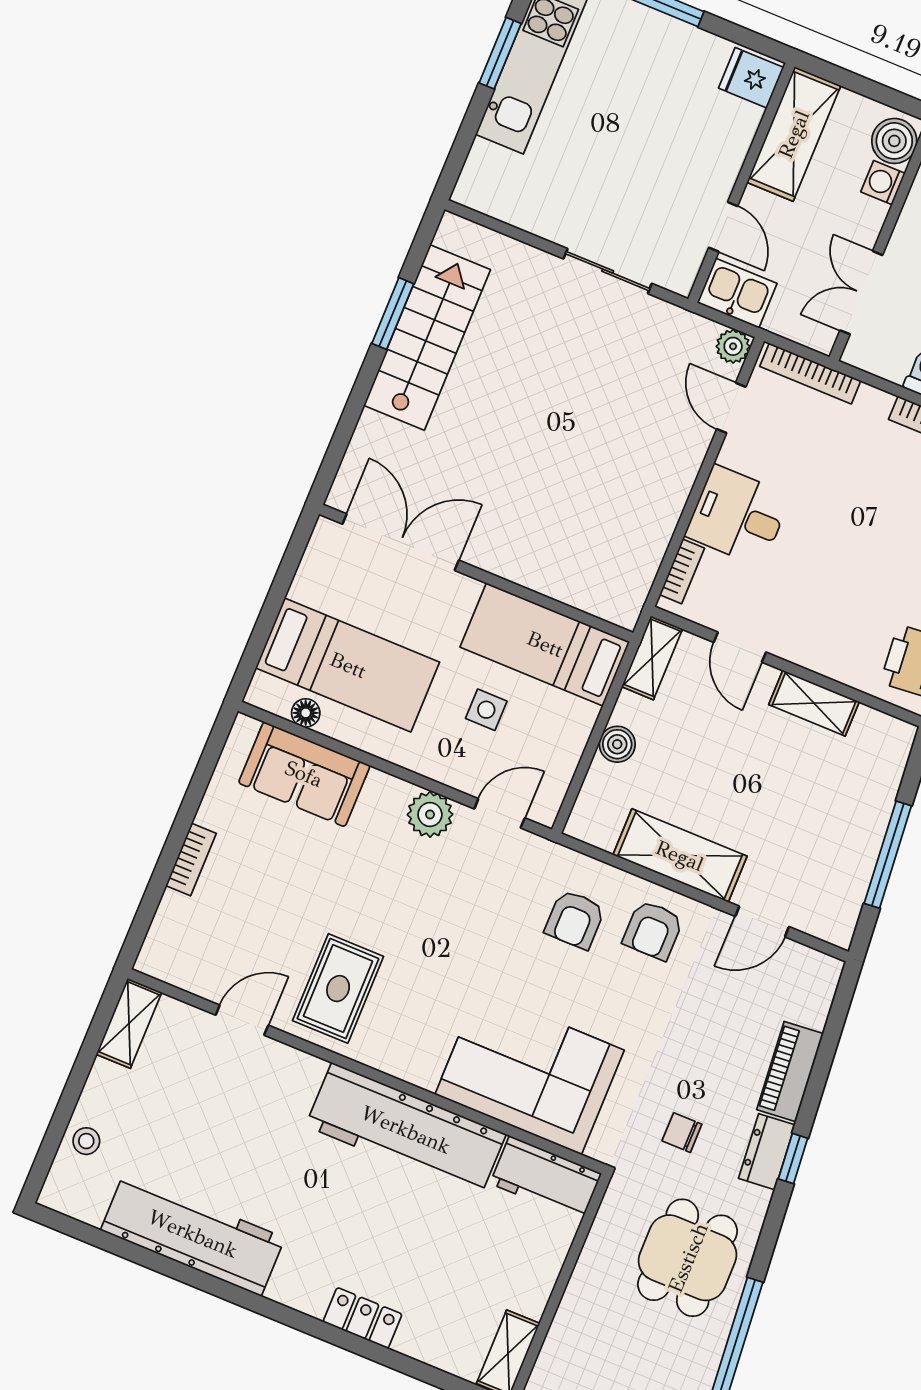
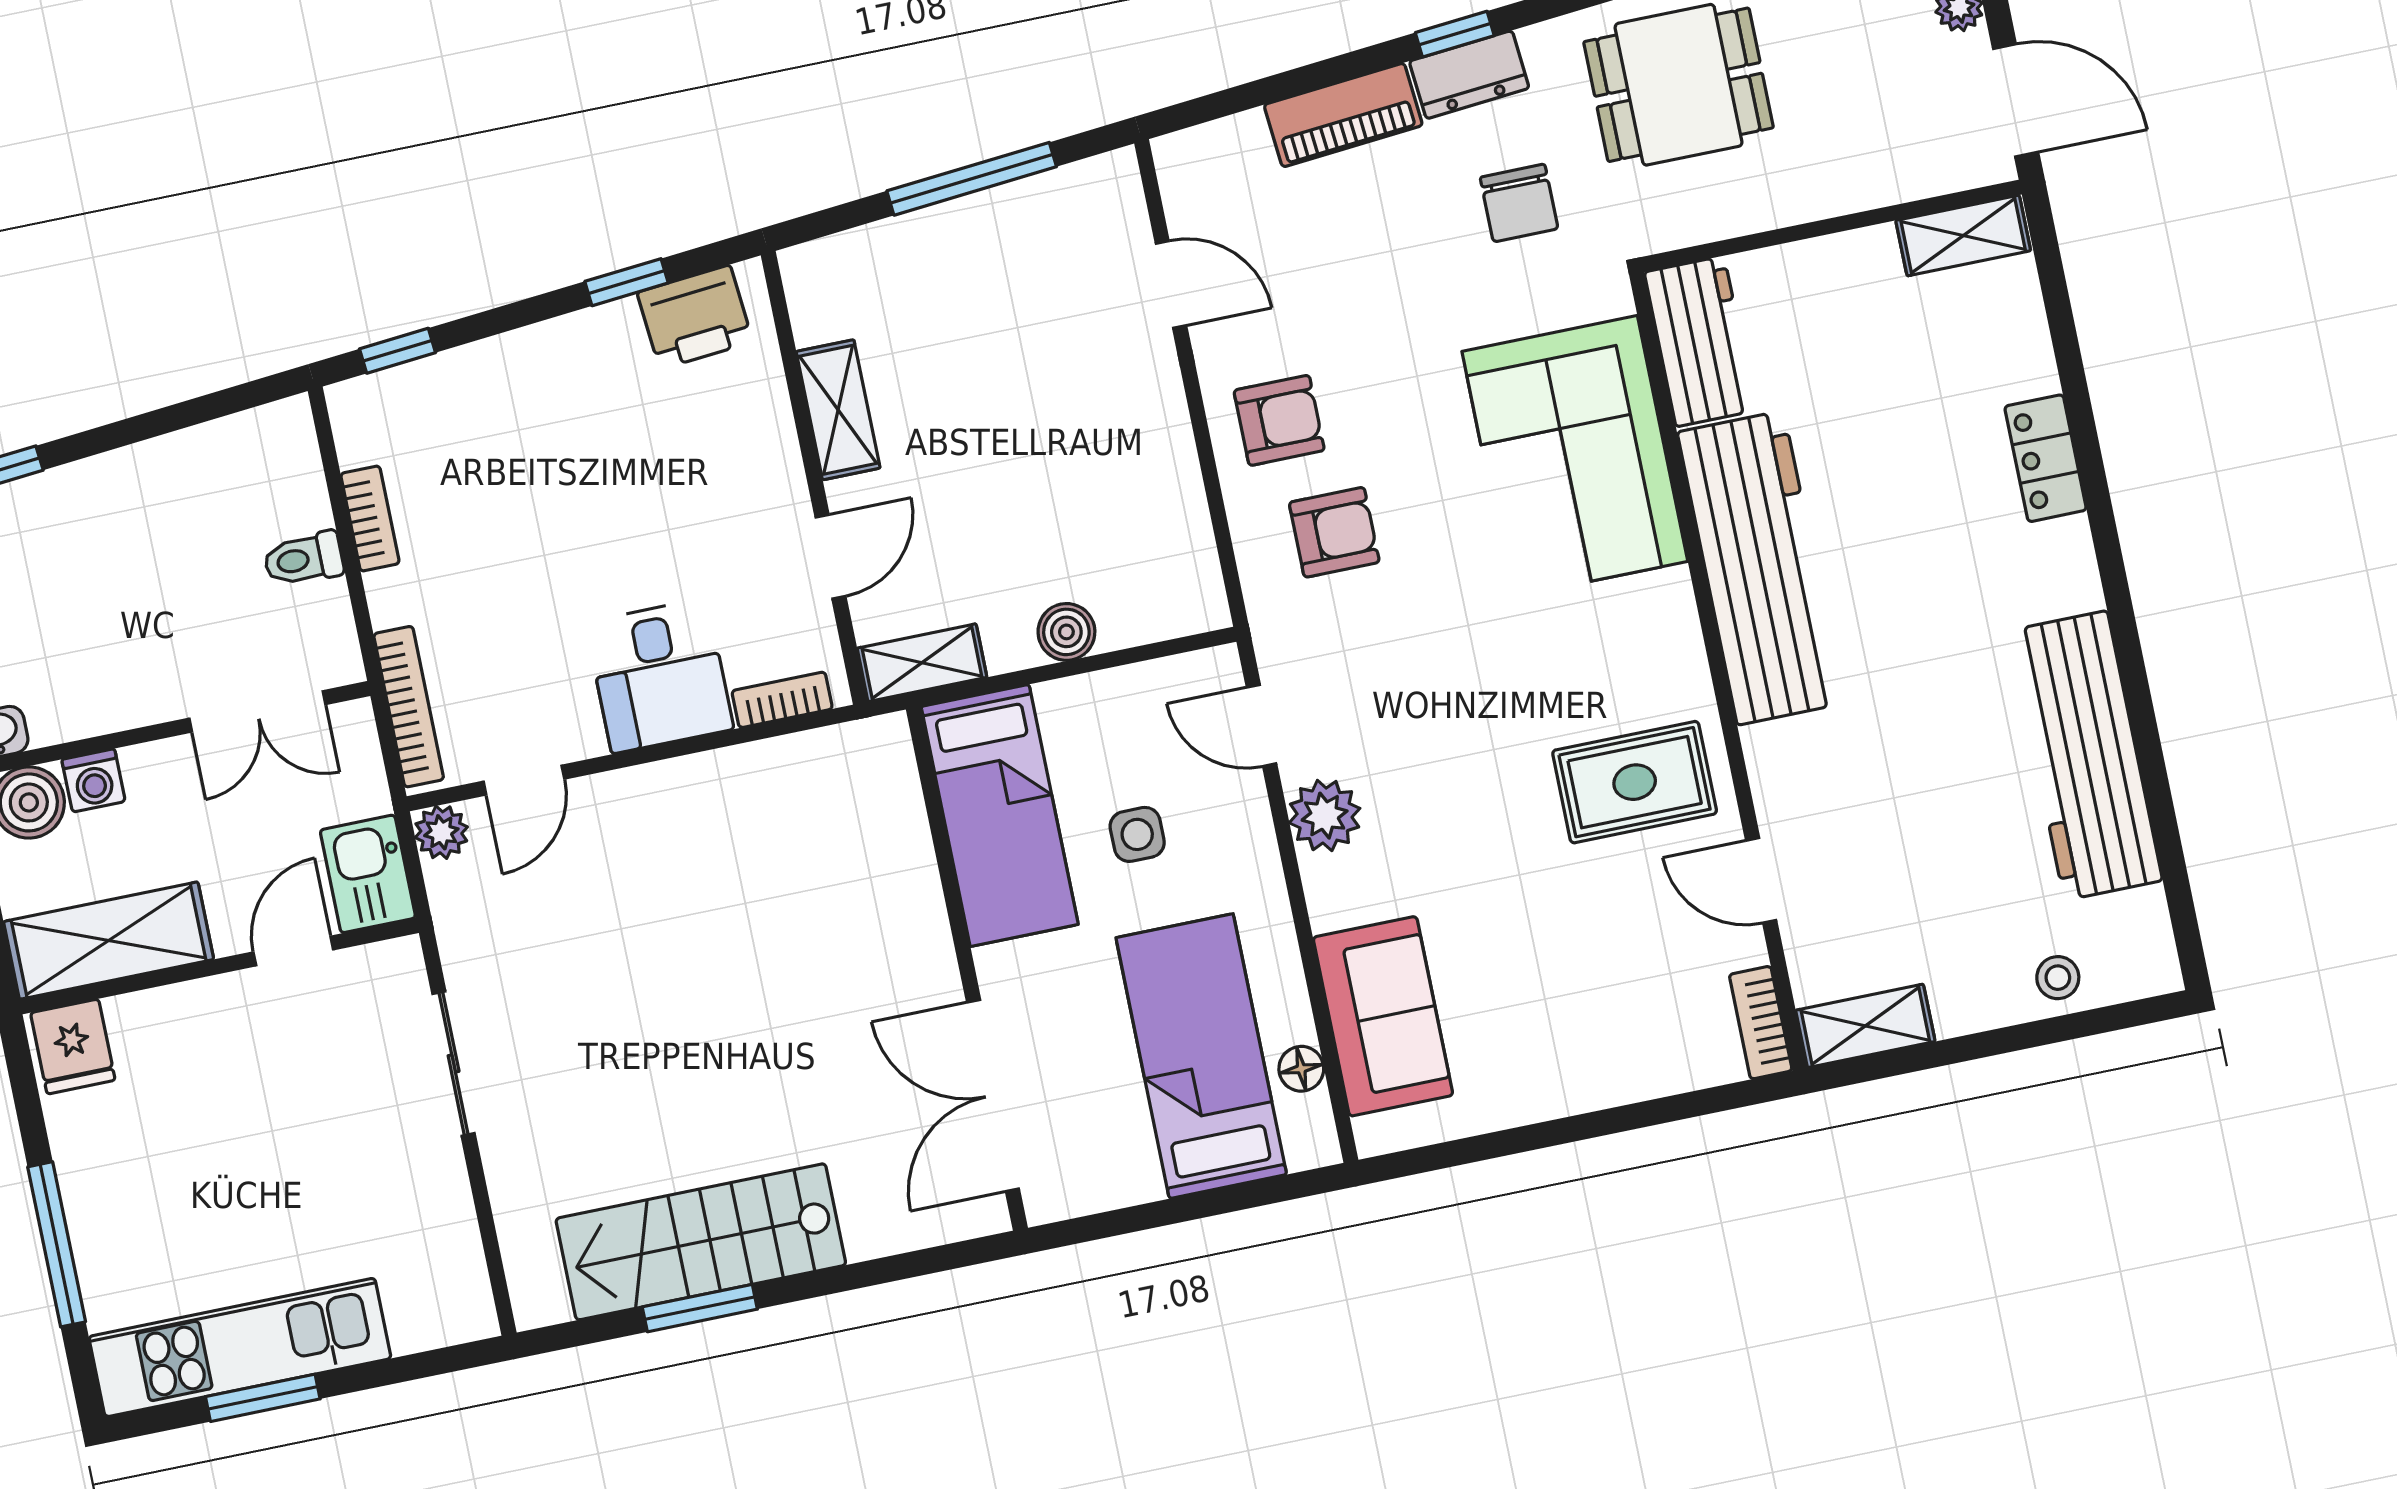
shelving: (680, 856) -> (1157, 451), removed
bookcase: (191, 860) -> (1761, 1023), moved, turned -90
chair: (682, 1133) -> (1519, 203), width x1.37, depth x1.37

